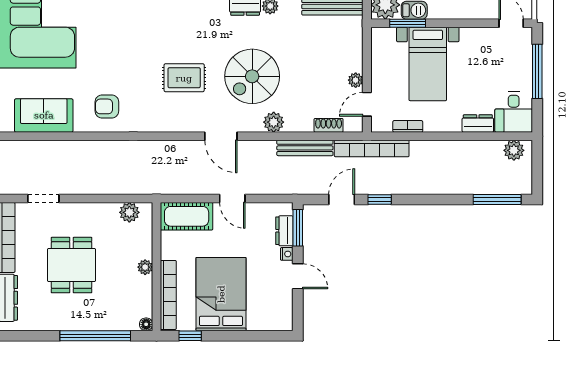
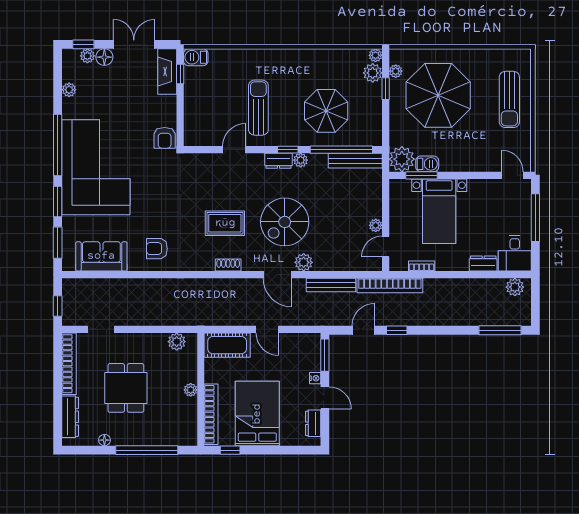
shoe rack: (329, 125) -> (228, 265), moved
door: (221, 136) -> (277, 275), moved
dresser: (284, 231) -> (313, 423), moved
floor lamp: (146, 324) -> (104, 440), moved

